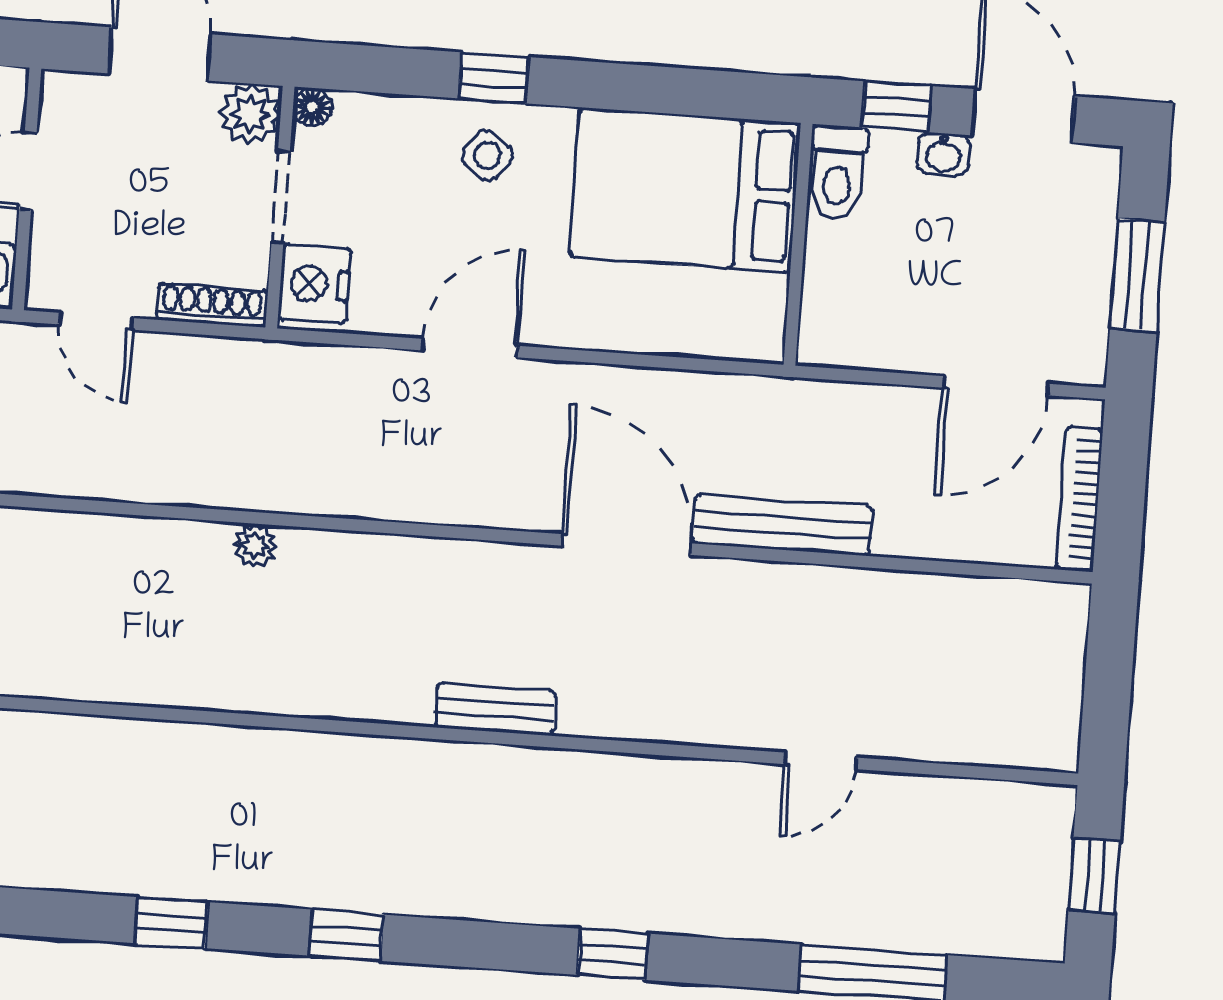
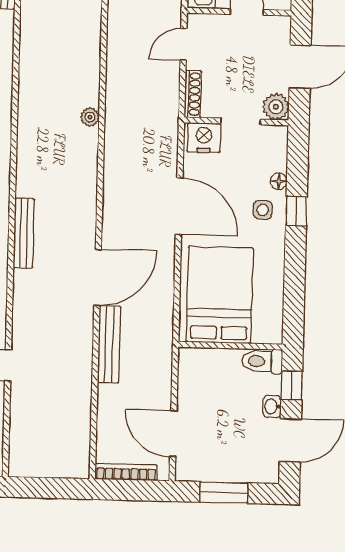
floor lamp: (312, 107) -> (279, 181), moved
side table: (487, 155) -> (263, 210), turned -36
bed: (685, 190) -> (220, 295), moved
door: (470, 348) -> (179, 206), width x1.36
bench: (495, 709) -> (24, 233), width x1.36

